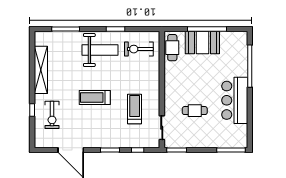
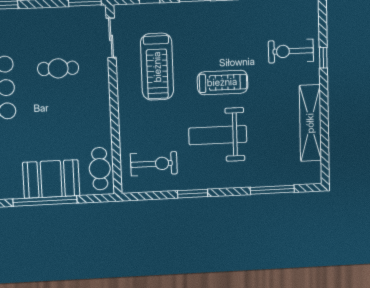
weight bench: (100, 50) -> (218, 135), moved
treadmill: (135, 109) -> (157, 67), width x1.37, depth x1.38
exercise bike: (52, 115) -> (291, 51), turned -90

